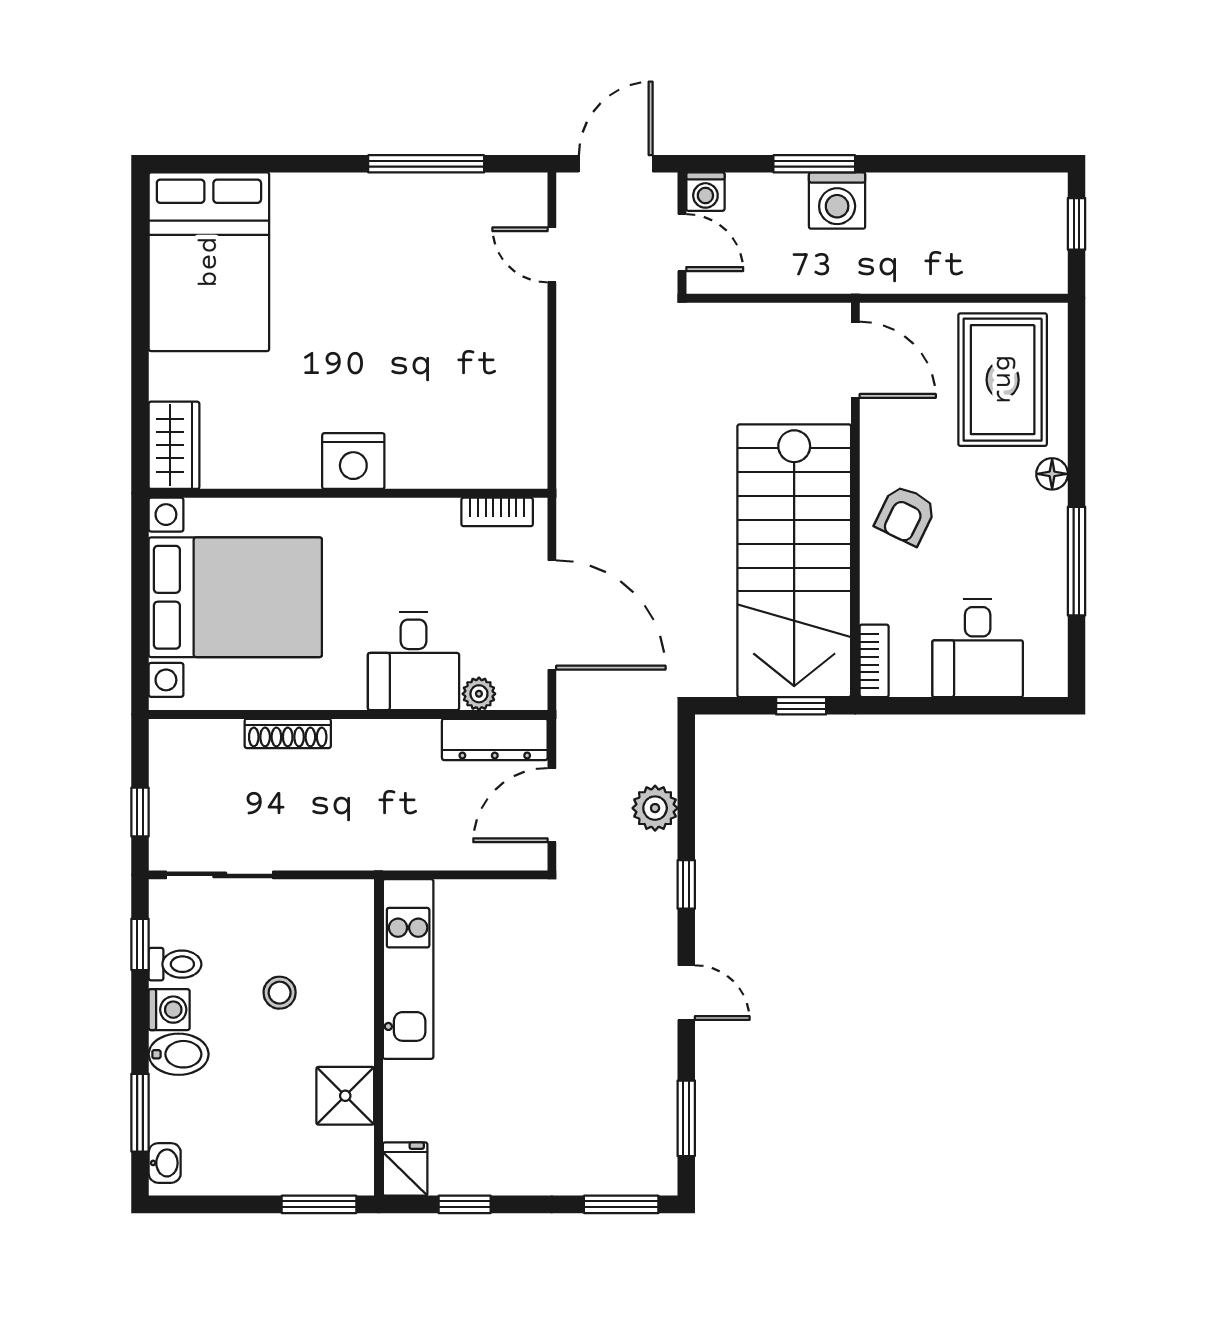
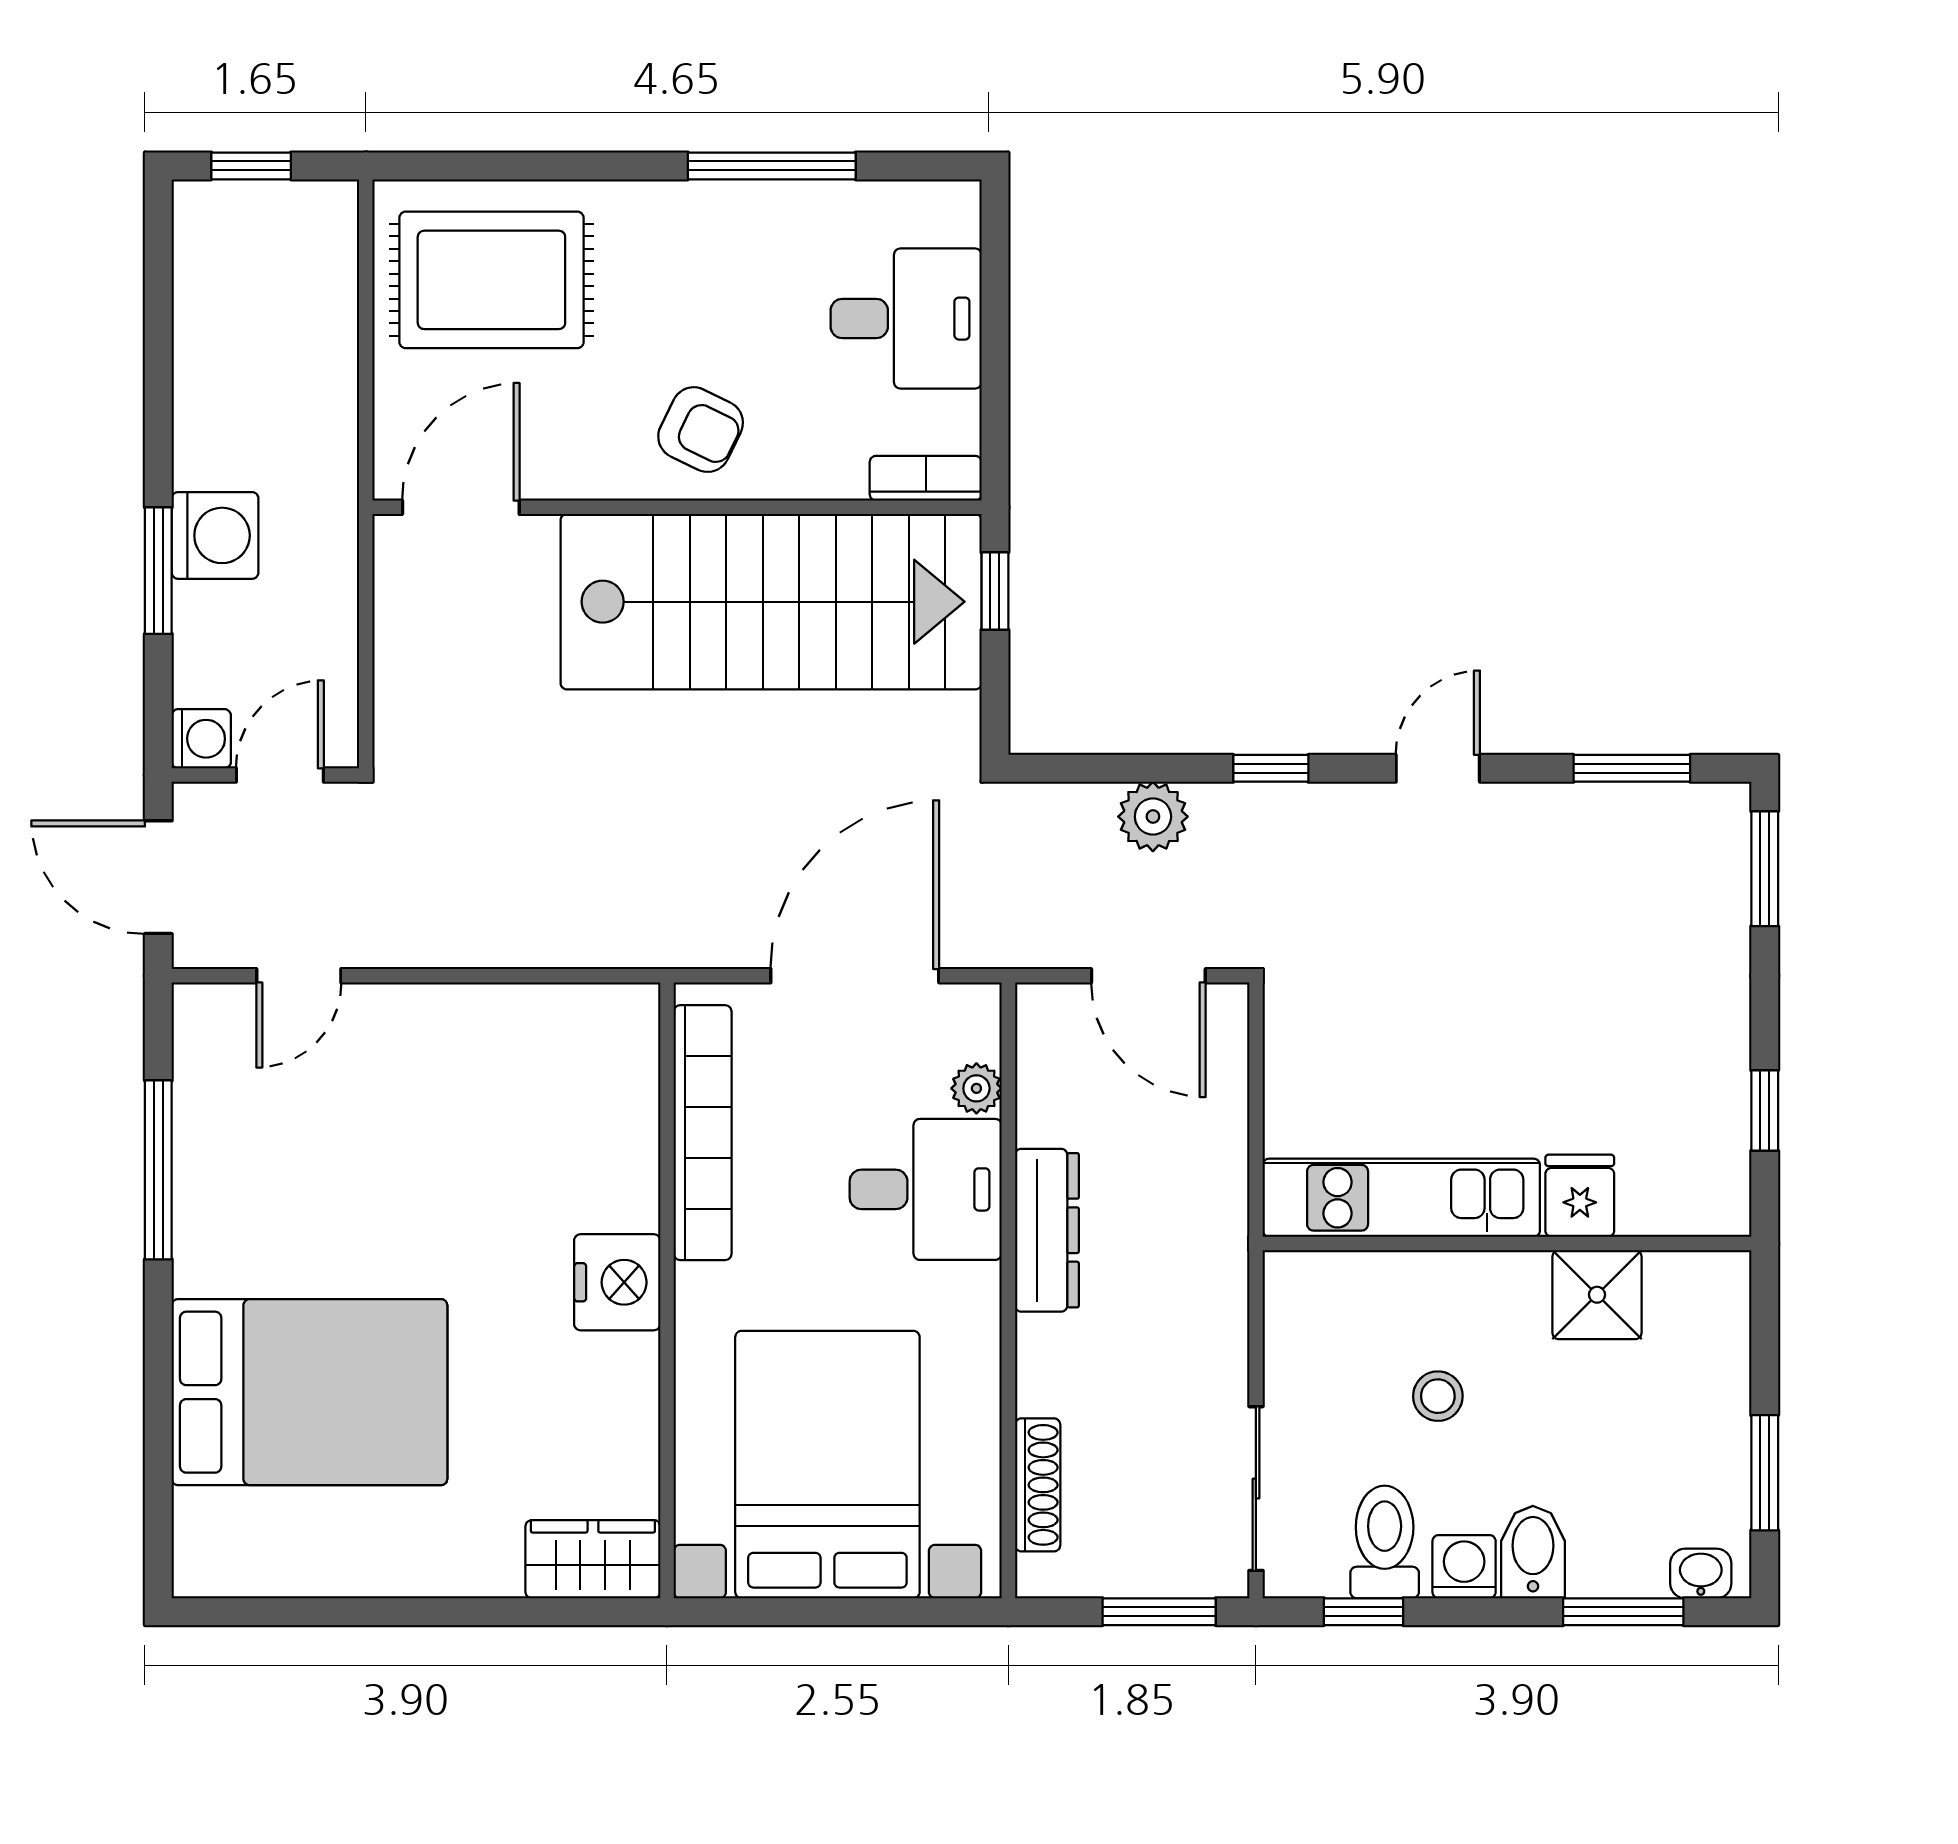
bed: (209, 262) -> (310, 1392), moved
floor lamp: (1052, 474) -> (637, 204), removed
bookcase: (497, 512) -> (703, 1133), width x2.31, depth x1.31
shoe rack: (288, 733) -> (1038, 1485), moved
dresser: (495, 739) -> (1047, 1230), moved
window: (140, 812) -> (1159, 1612), width x1.50
toilet: (175, 964) -> (1385, 1542), width x1.37, depth x1.39
fridge: (405, 1169) -> (1580, 1196), moved, turned 90
window: (319, 1204) -> (1765, 1473), moved

